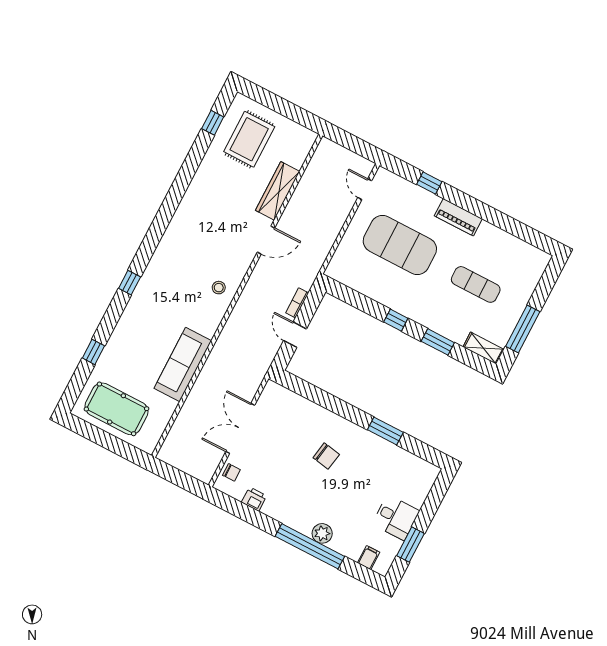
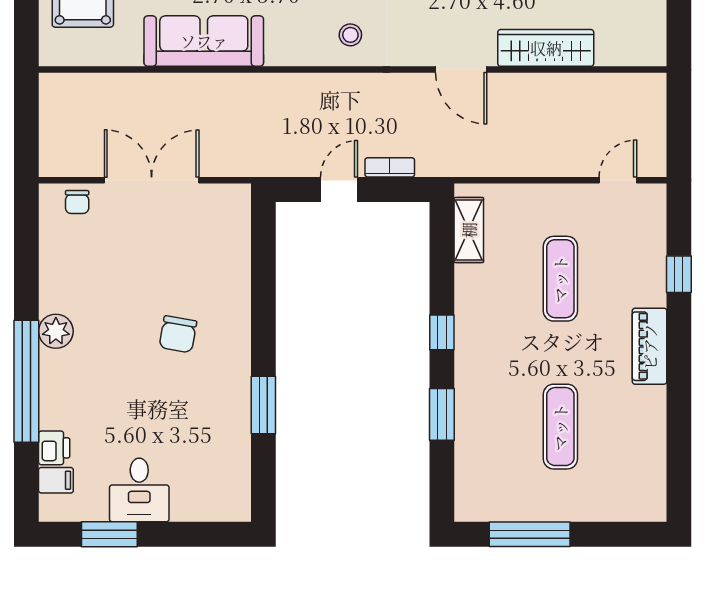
exercise mat: (400, 245) -> (560, 279), width x0.50, depth x0.69
shelving: (483, 348) -> (469, 230), moved
printer: (254, 499) -> (54, 448), moved
plant: (322, 533) -> (56, 331), moved

